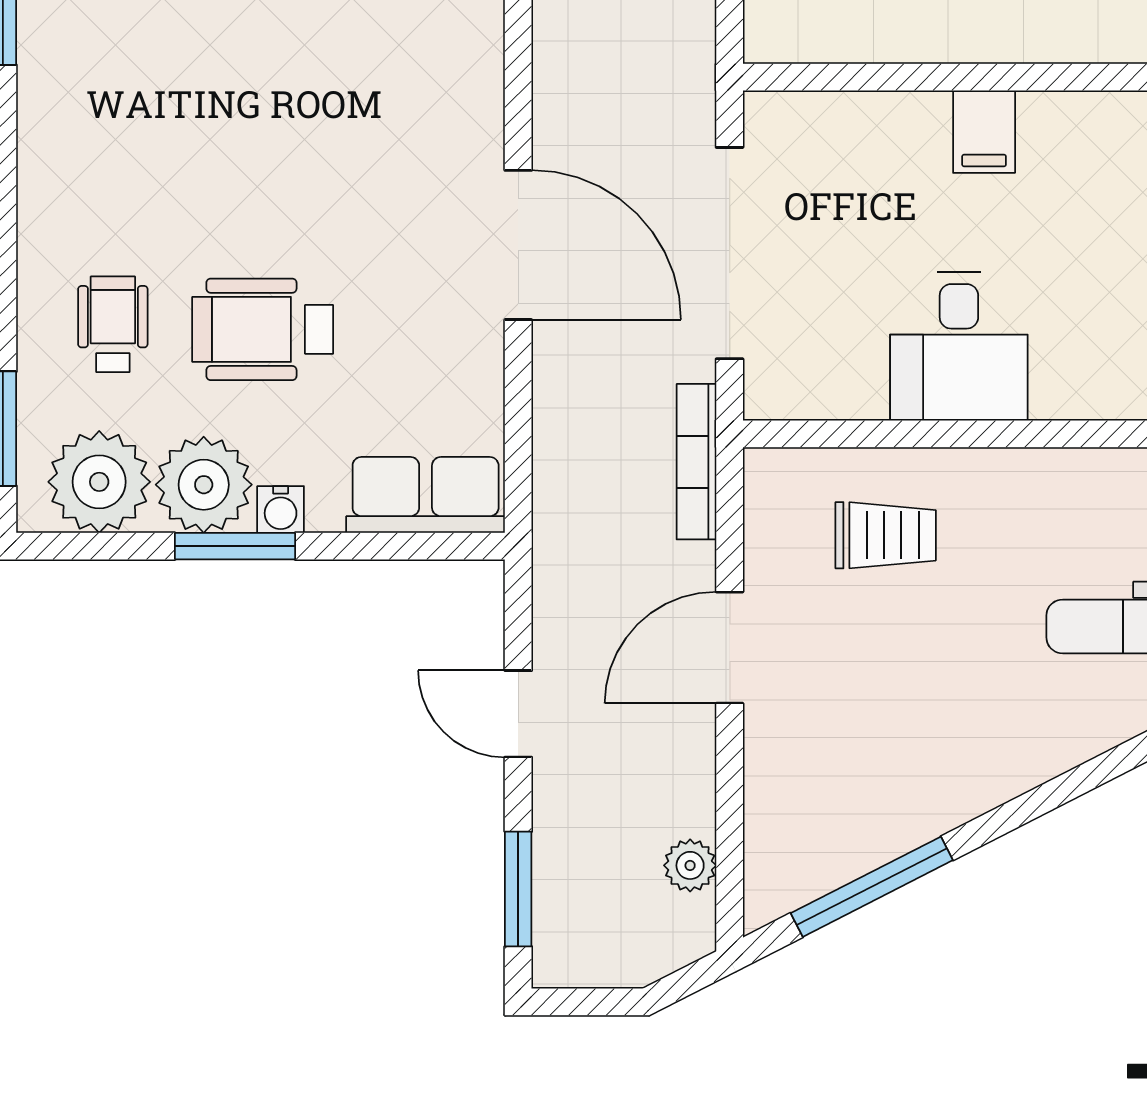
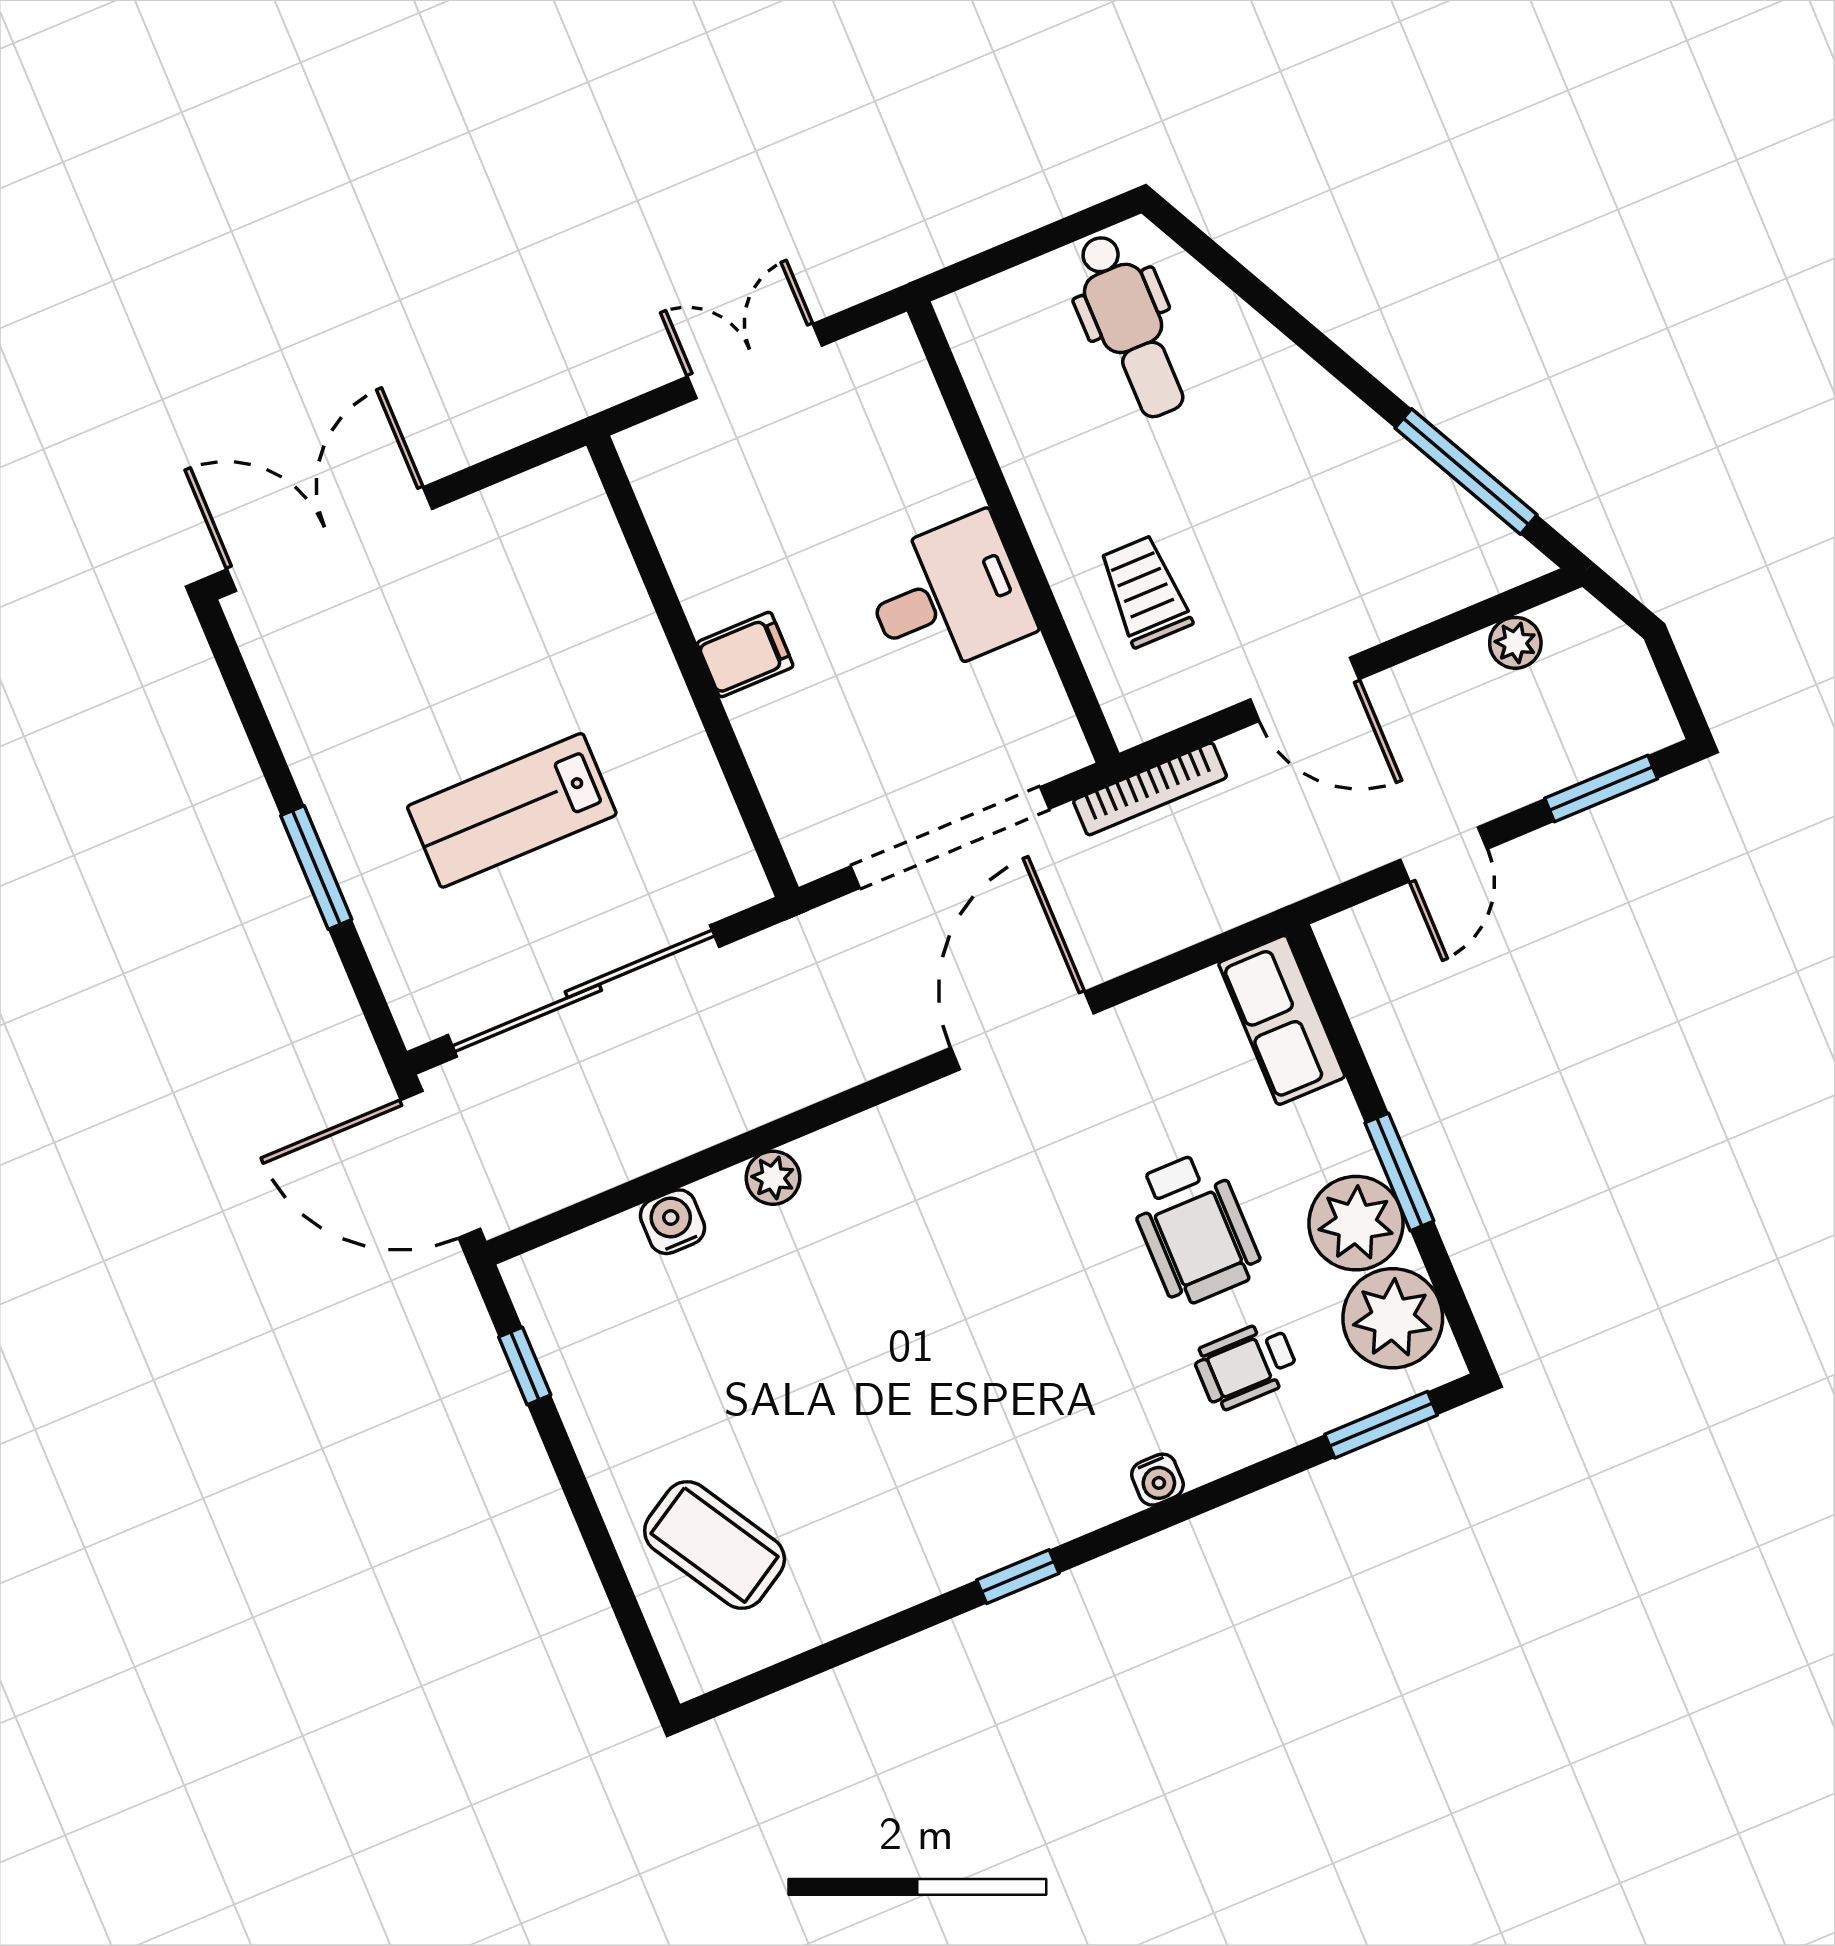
water cooler: (281, 509) -> (1157, 1480), moved, turned 90

